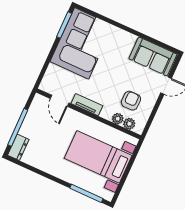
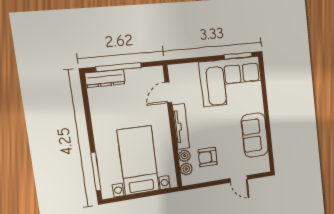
sofa: (153, 56) -> (255, 135), moved
armchair: (131, 101) -> (208, 157), turned 180
tv unit: (87, 105) -> (181, 126), width x1.41
dresser: (18, 147) -> (105, 78), width x1.44

